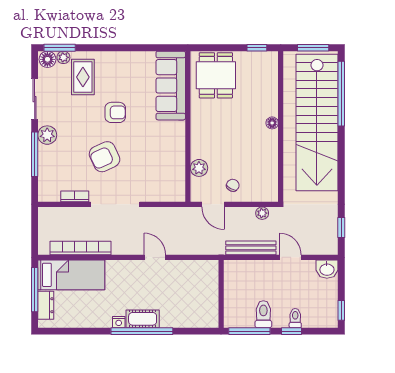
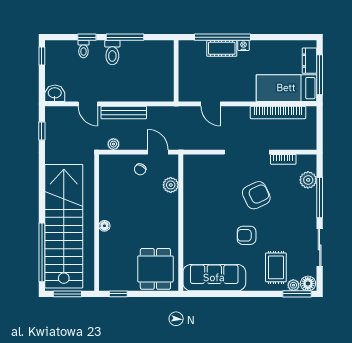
sofa: (171, 86) -> (214, 278), moved, turned -90
plant: (47, 135) -> (308, 180), moved
wall: (221, 294) -> (176, 71), moved

